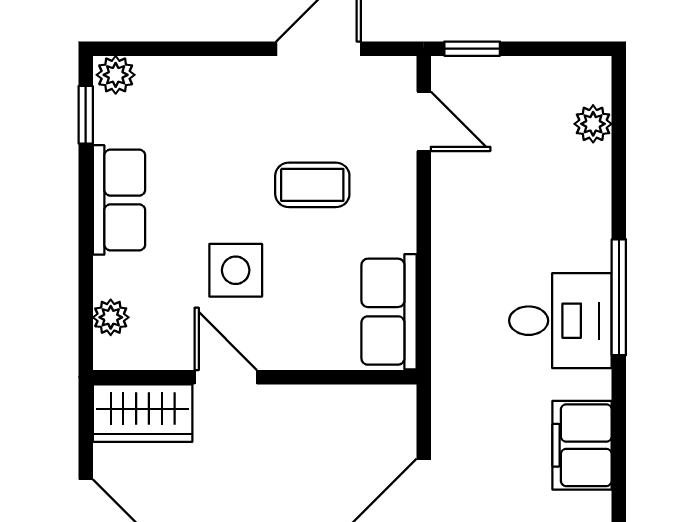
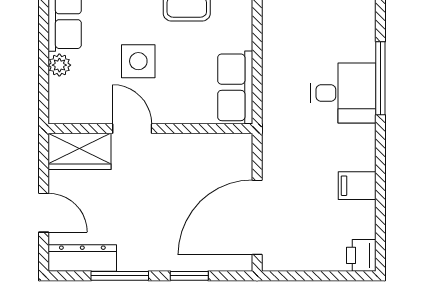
plant: (111, 317) -> (59, 65), moved
filing cabinet: (582, 445) -> (357, 186), width x0.50

